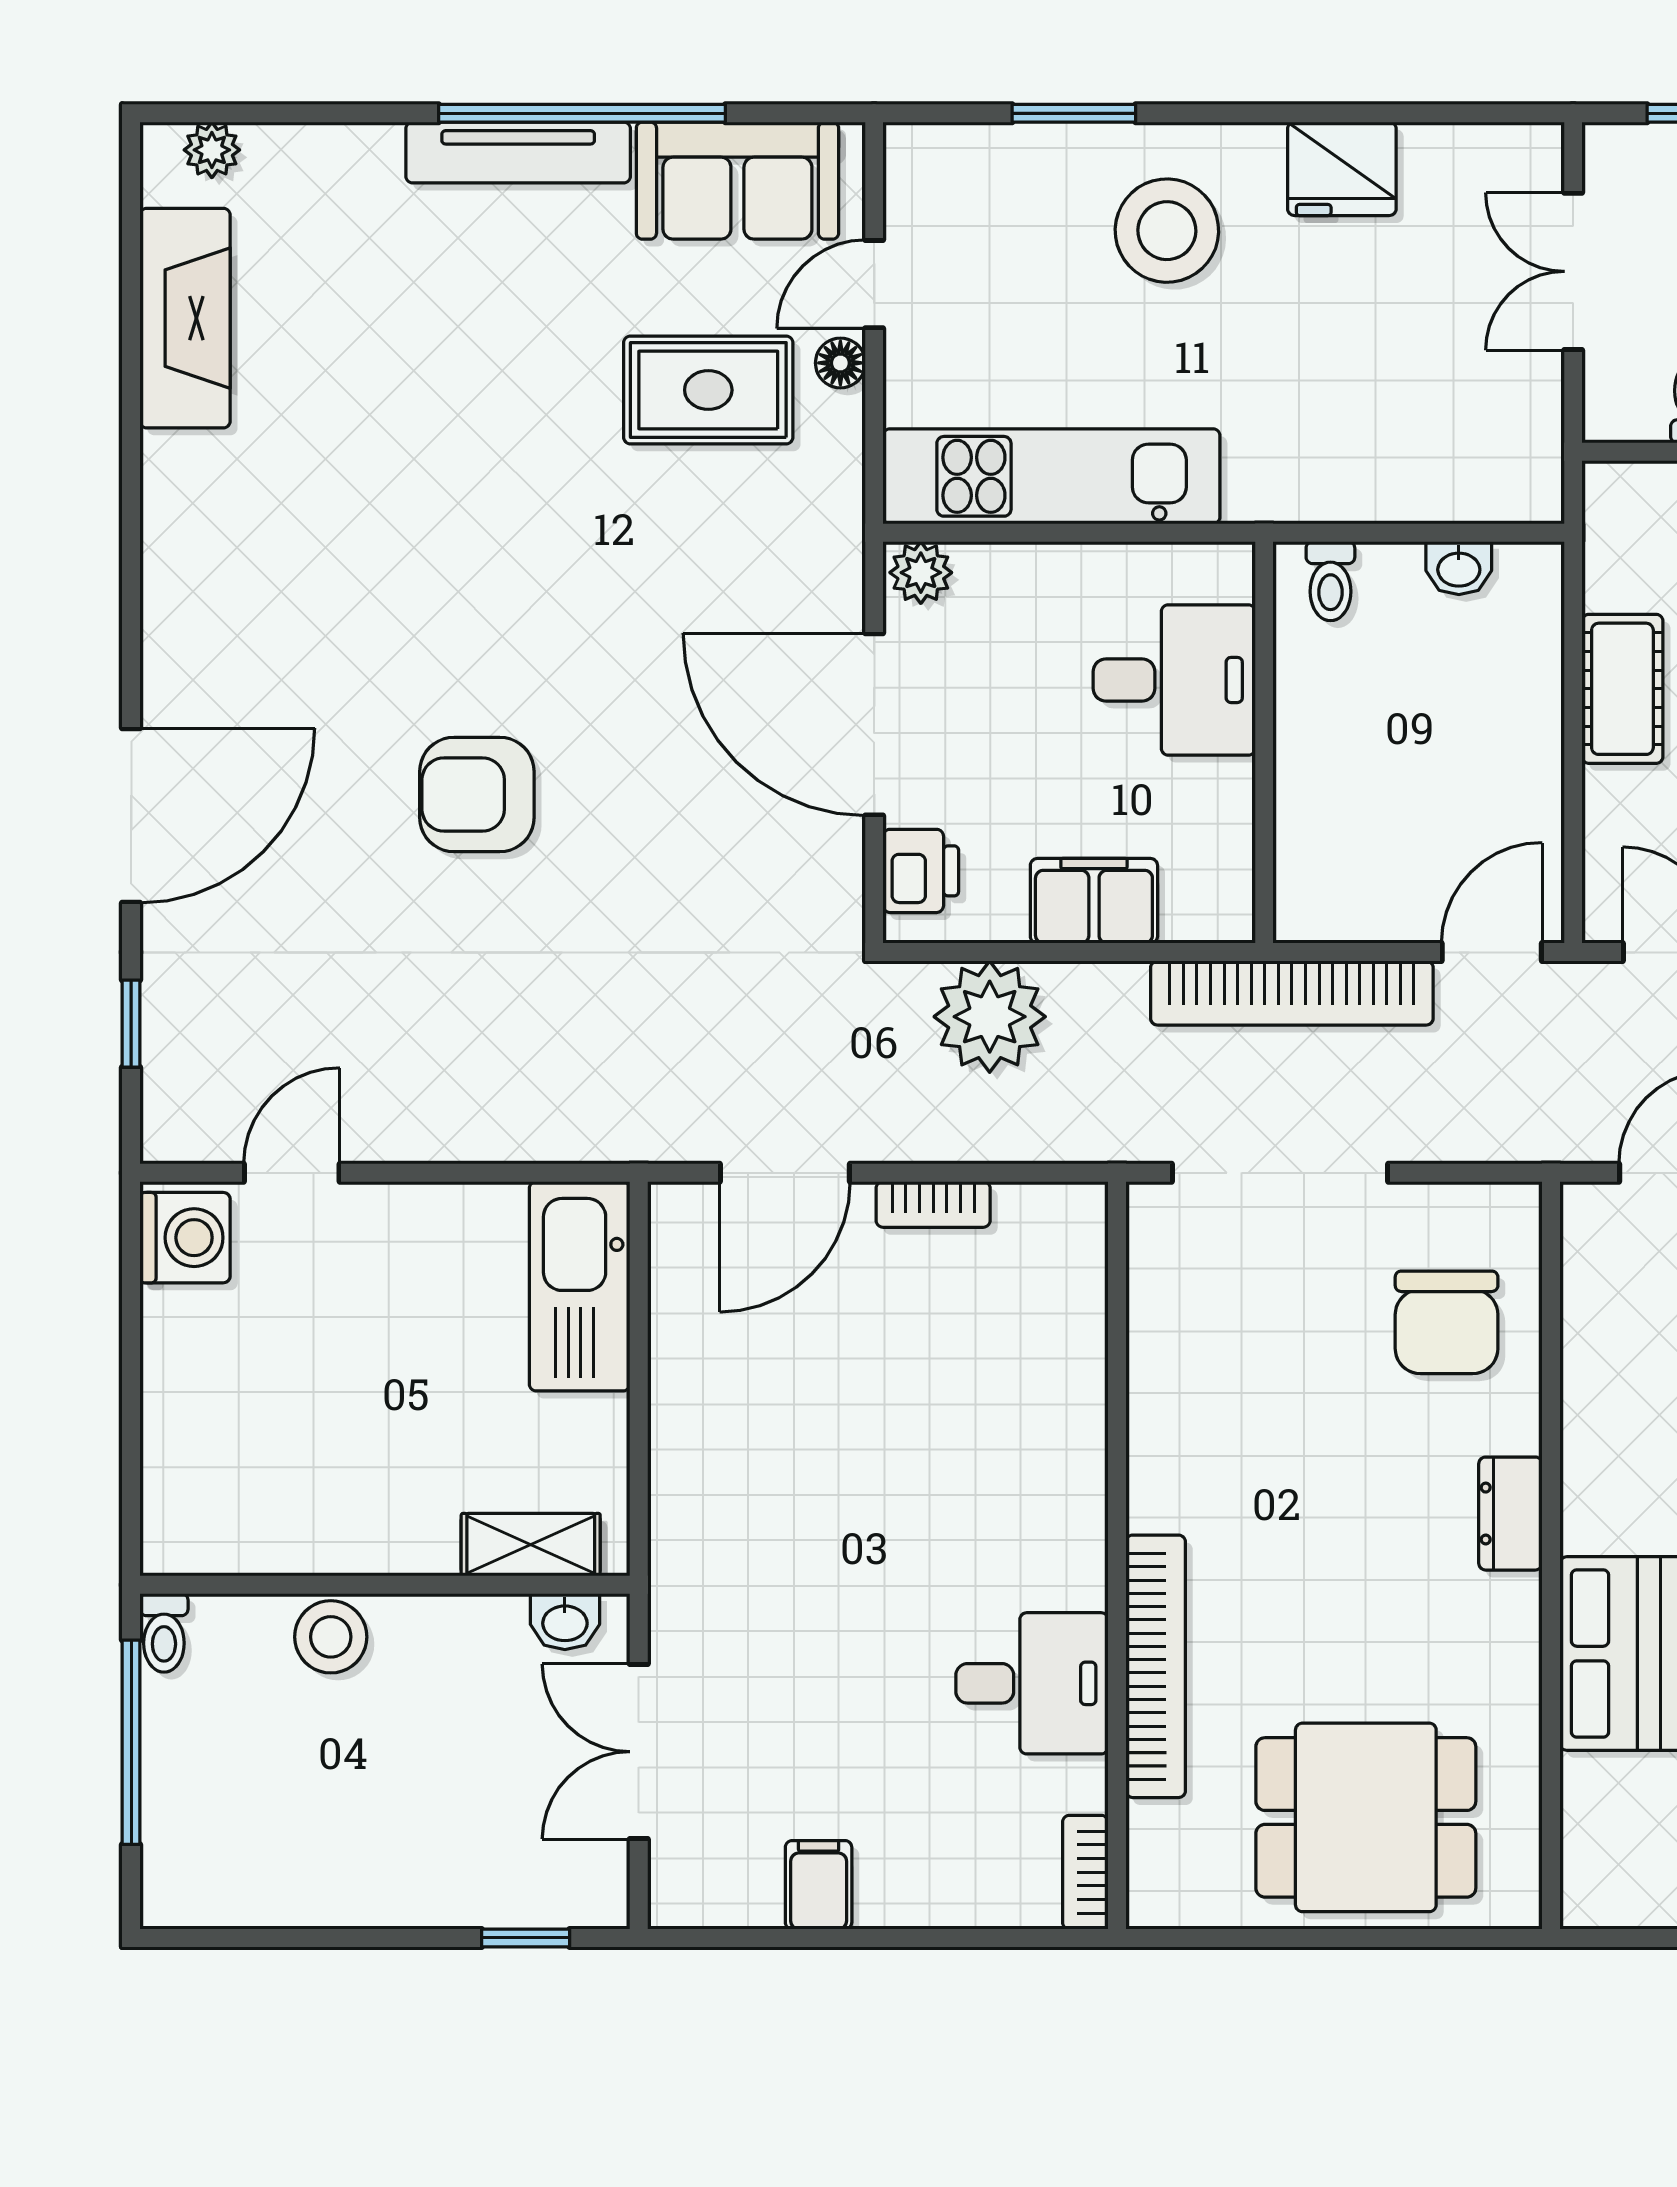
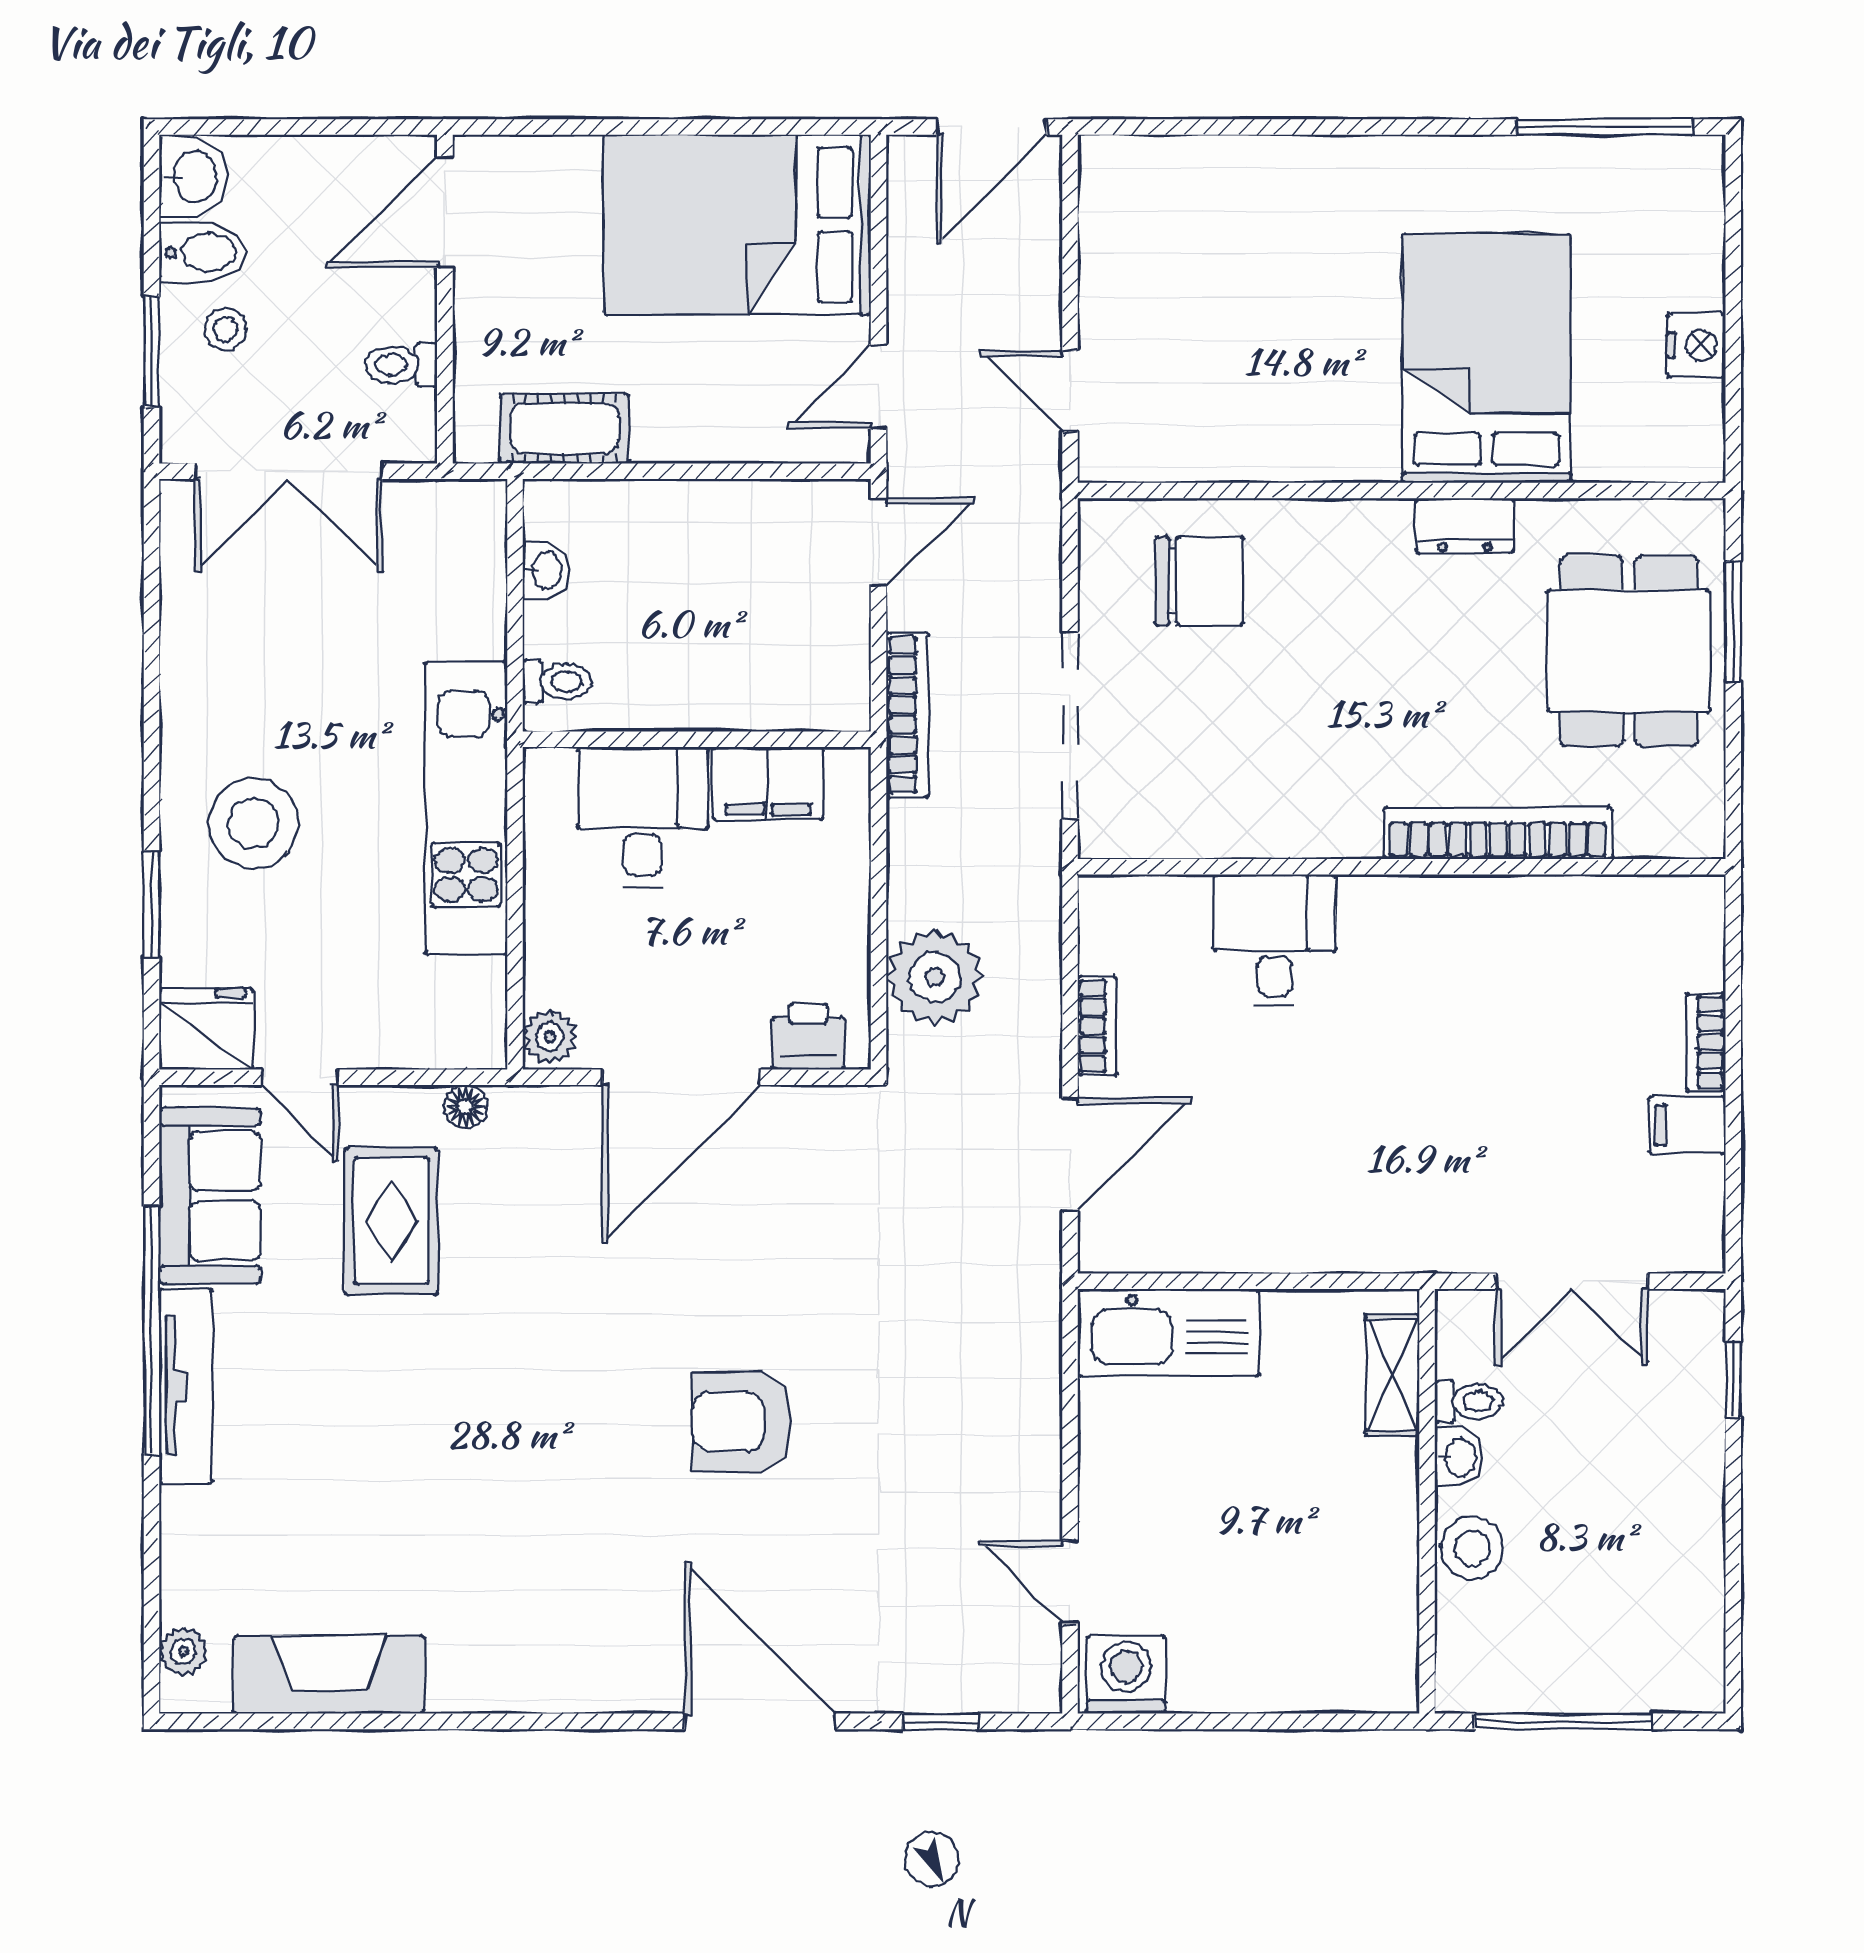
fridge: (1342, 169) -> (206, 1029), moved, turned -90
double door: (1573, 271) -> (289, 471), width x1.37
floor lamp: (840, 363) -> (465, 1106), moved
kitchen unit: (1051, 476) -> (466, 808), moved
cot: (1622, 689) -> (564, 429), moved
armchair: (477, 795) -> (742, 1422), turned 90
filing cabinet: (1094, 901) -> (768, 784), moved, turned -90
door: (1492, 952) -> (879, 542), swing flipped
bookcase: (1292, 993) -> (907, 715), width x0.68, depth x0.76
door: (785, 1173) -> (1070, 1154), hinge flipped
dresser: (1510, 1514) -> (1465, 526), moved
washbasin: (565, 1622) -> (1459, 1457), moved
toilet: (164, 1633) -> (1469, 1401), moved
desk: (1032, 1683) -> (1275, 940), moved
bookcase: (1085, 1872) -> (1706, 1042), moved, turned 90
window: (1400, 1938) -> (1733, 621), added

